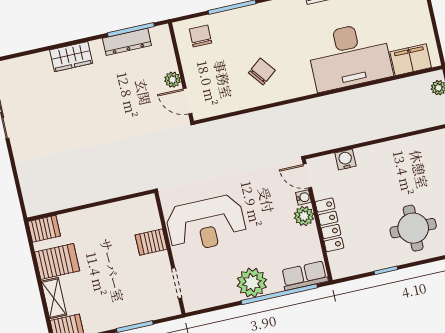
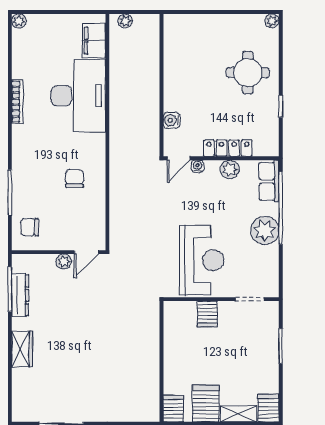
chair: (262, 72) -> (75, 179), turned 38
plant: (304, 216) -> (230, 170), moved

